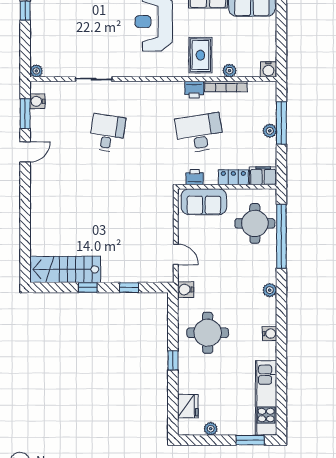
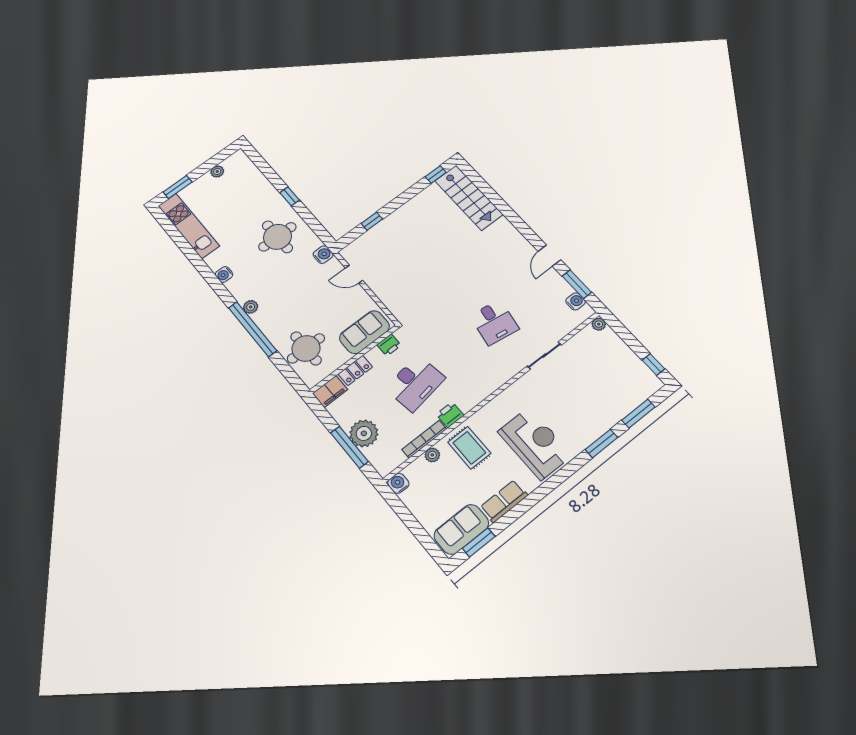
plant: (270, 131) -> (364, 433), width x1.87, depth x1.87
window: (281, 236) -> (253, 329), moved
stairs: (65, 269) -> (469, 198), moved, turned 90
window: (88, 288) -> (436, 174), moved
fridge: (188, 406) -> (249, 174), removed

